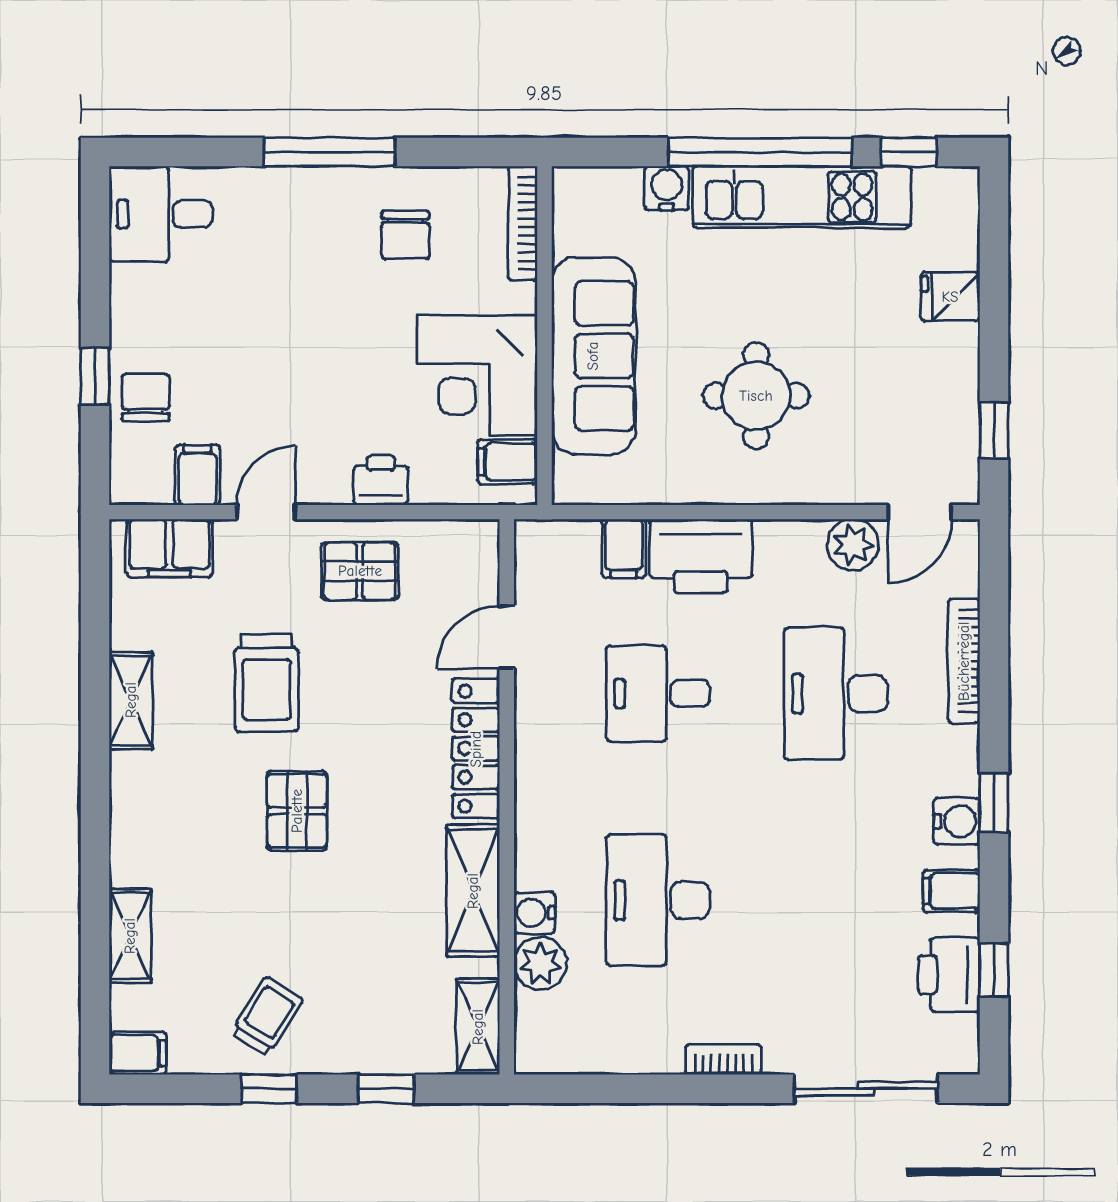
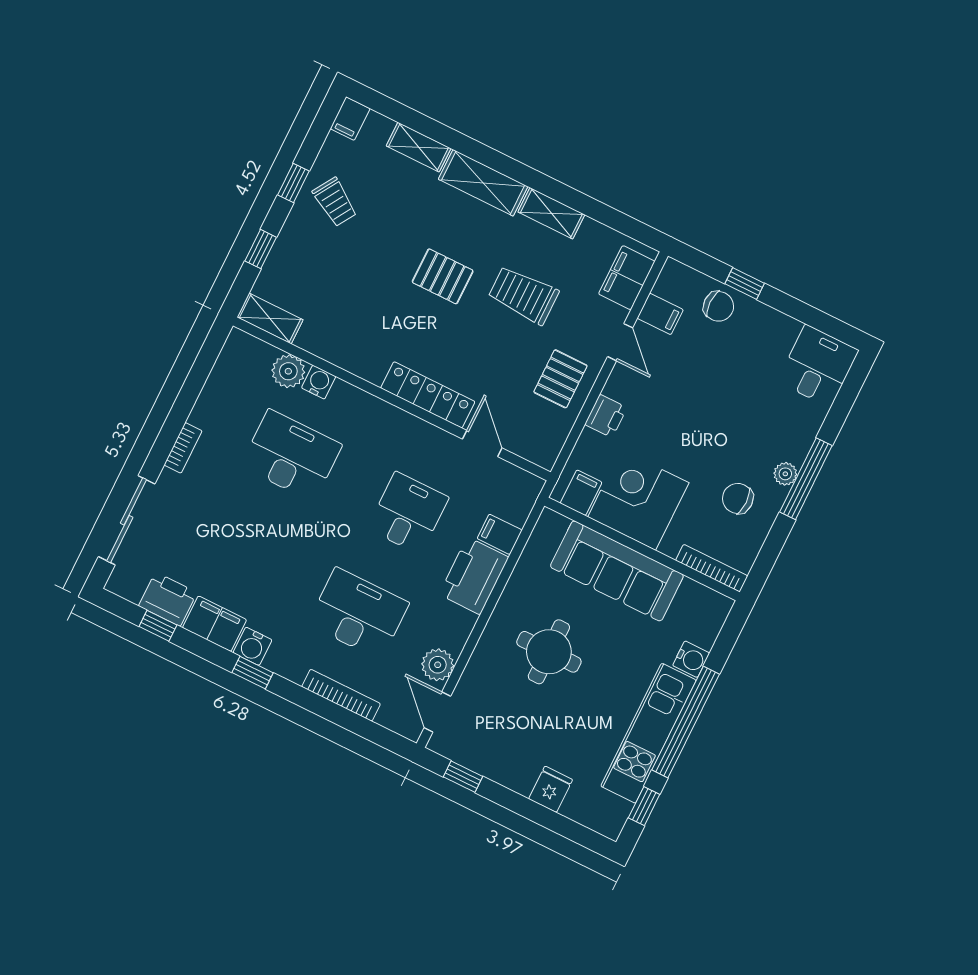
plant: (337, 185) -> (785, 474), added
shelving: (473, 891) -> (483, 183), moved
filing cabinet: (951, 891) -> (215, 624), width x2.00

